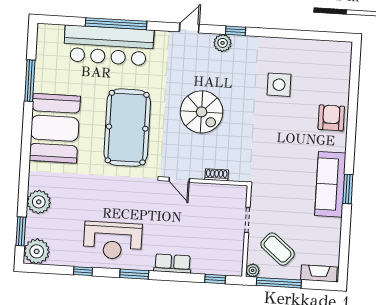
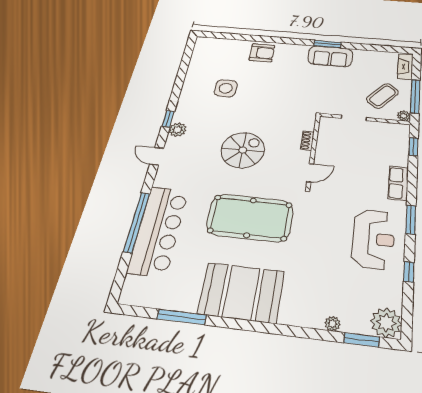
armchair: (331, 118) -> (262, 53), turned 180
sofa: (330, 184) -> (330, 56), width x0.73
plant: (39, 202) -> (332, 324), width x0.53, depth x0.53

